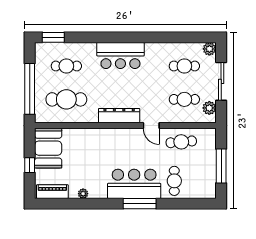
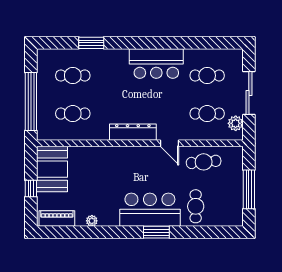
window: (53, 37) -> (91, 43), moved
plant: (209, 49) -> (236, 56), removed
bar counter: (120, 55) -> (156, 64), moved
cafe table: (66, 99) -> (73, 114), width x0.73, depth x0.74
window: (140, 204) -> (156, 232), width x0.69

